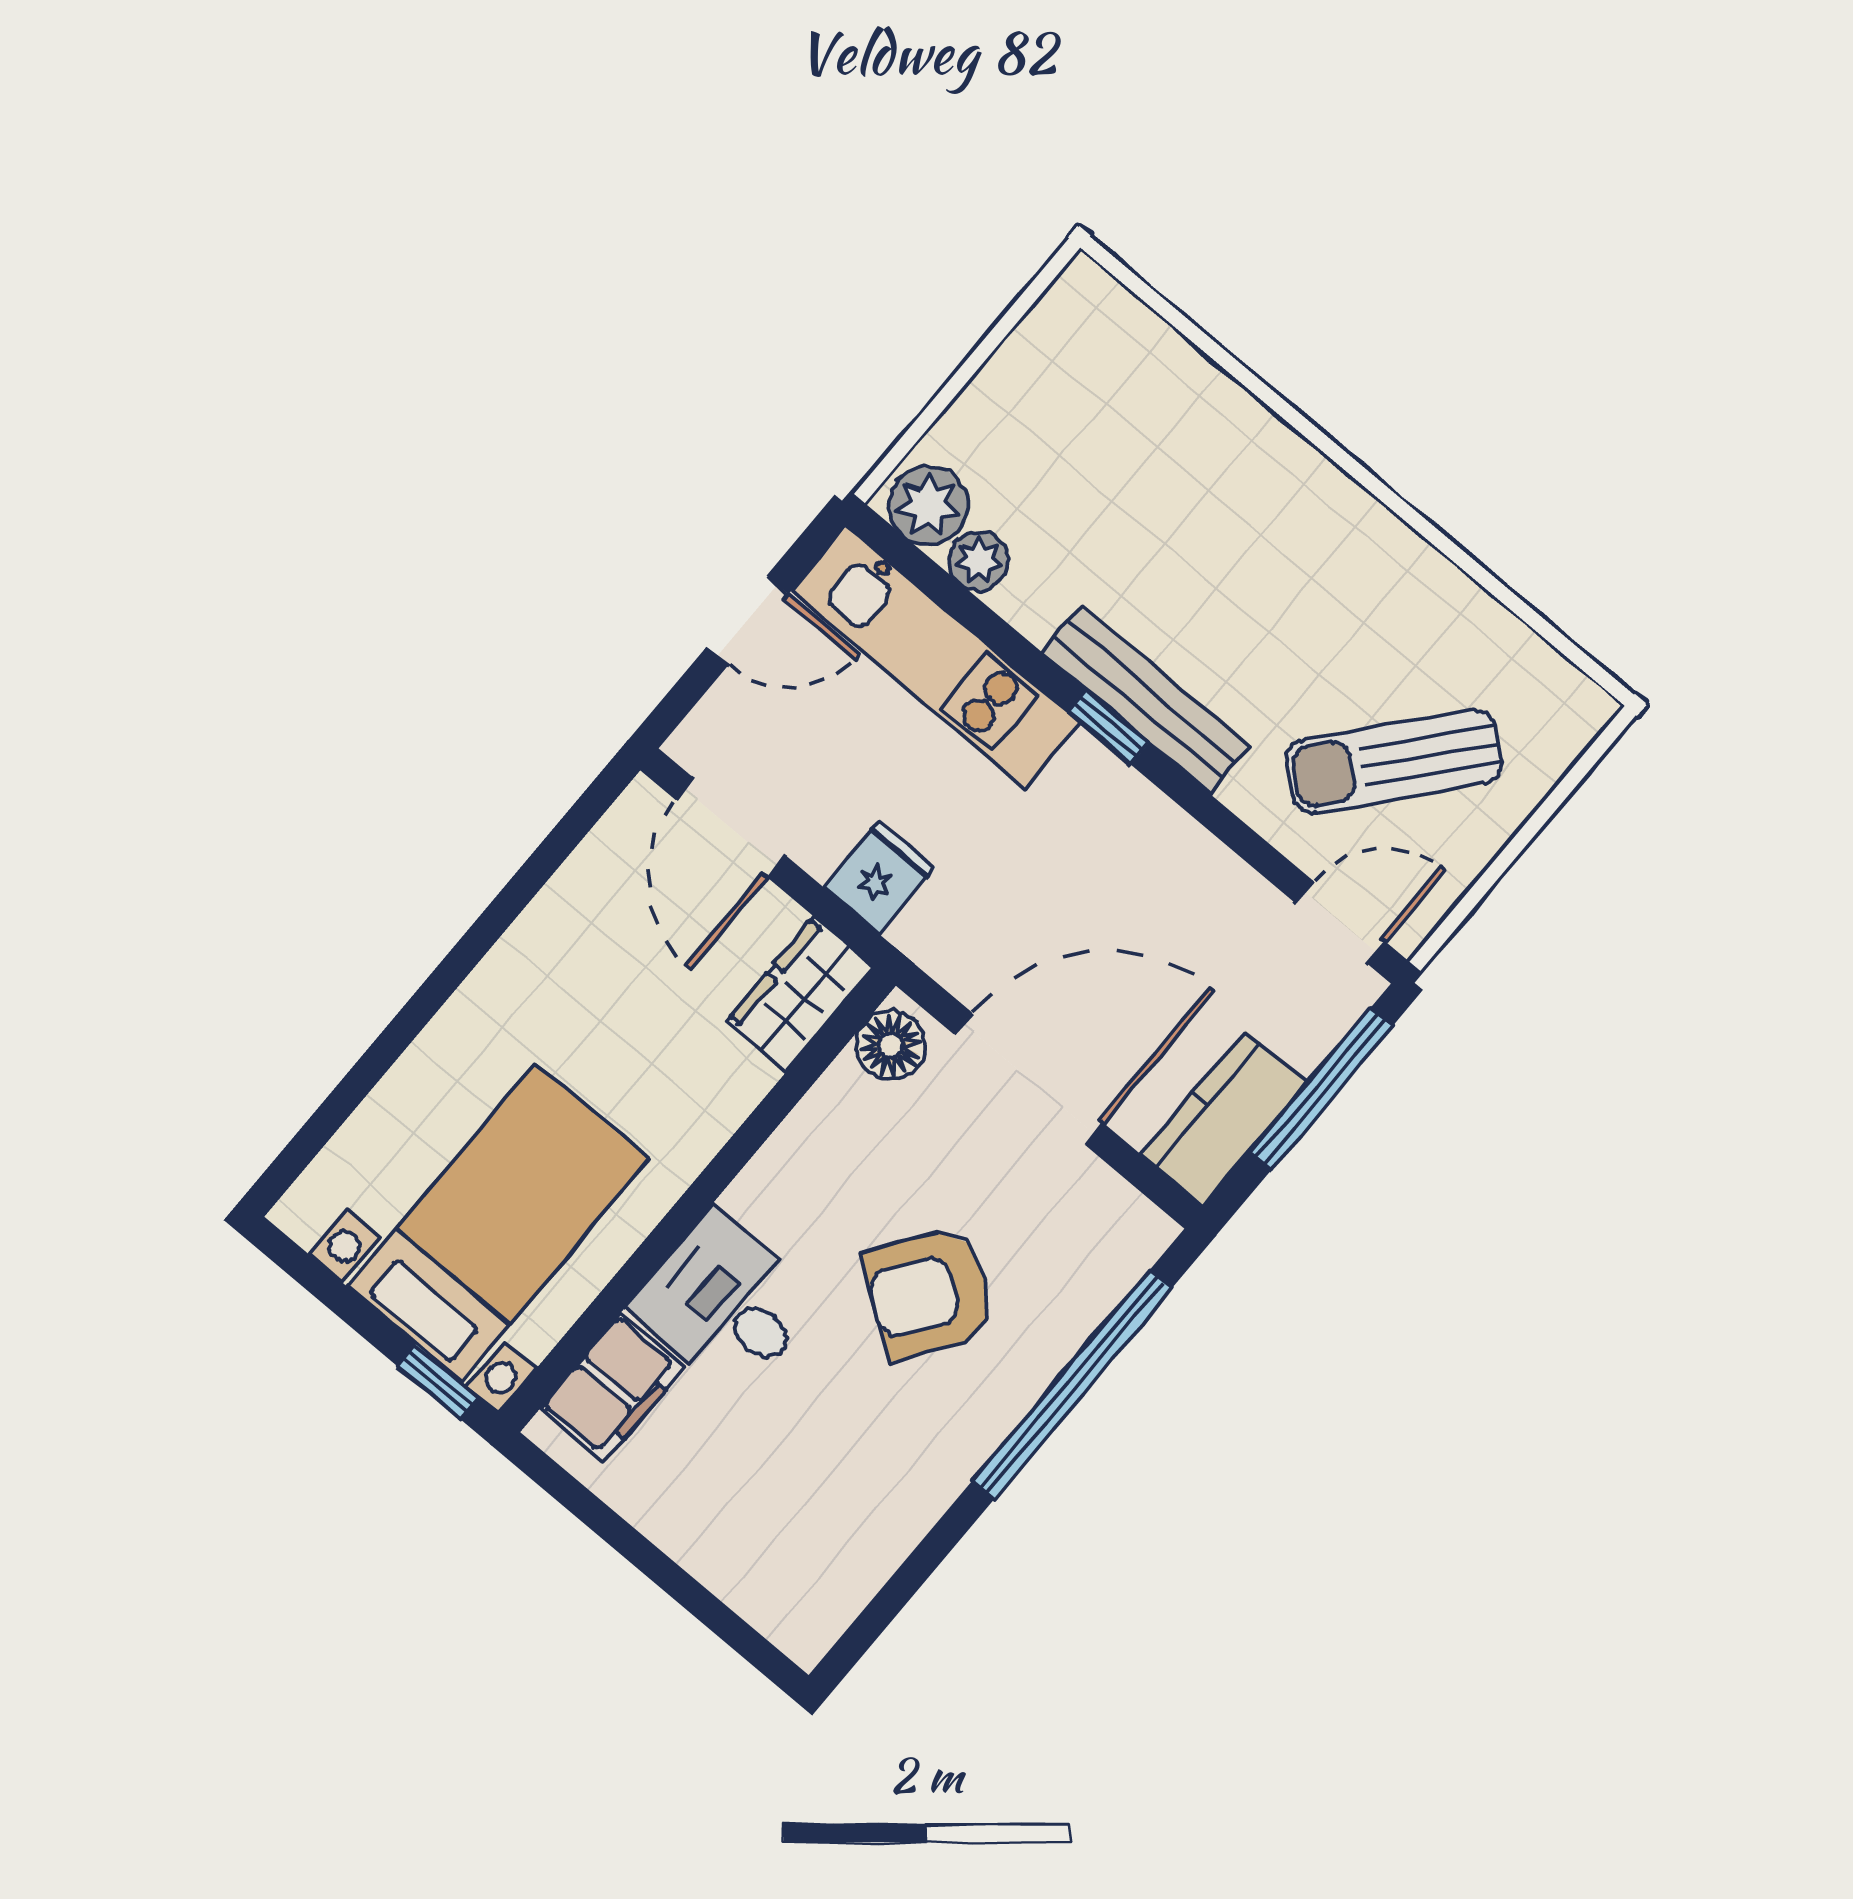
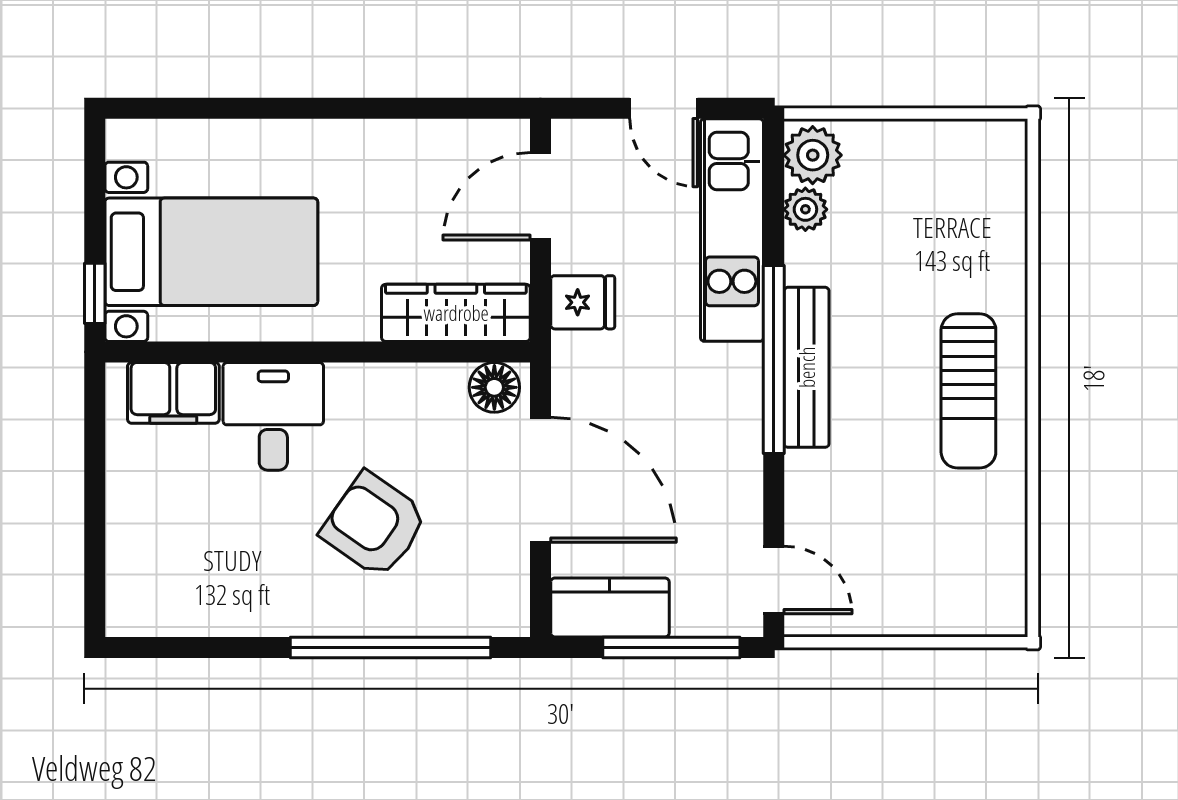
window: (1109, 727) -> (774, 359), width x3.17
sun lounger: (1394, 762) -> (968, 391), moved, turned -130
wardrobe: (800, 994) -> (456, 313), width x1.50

